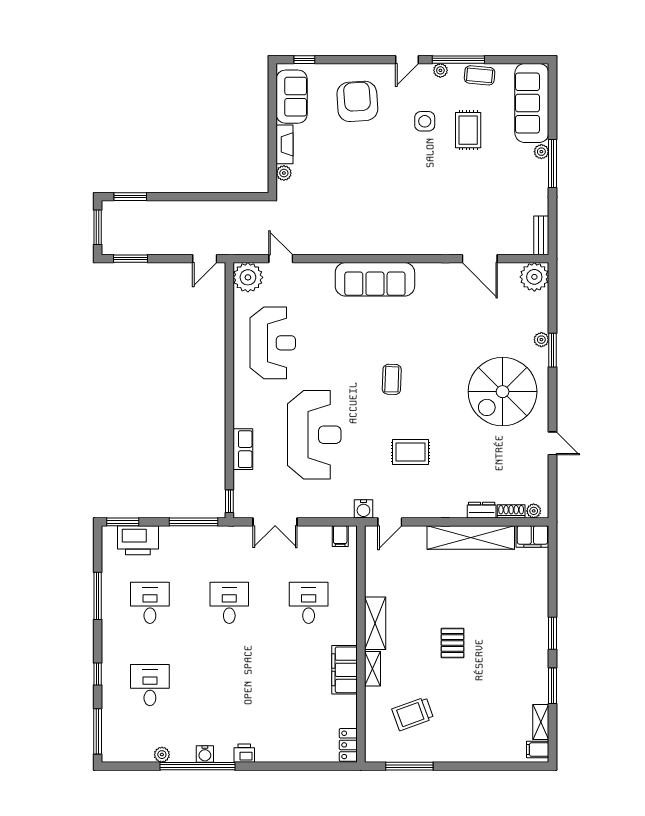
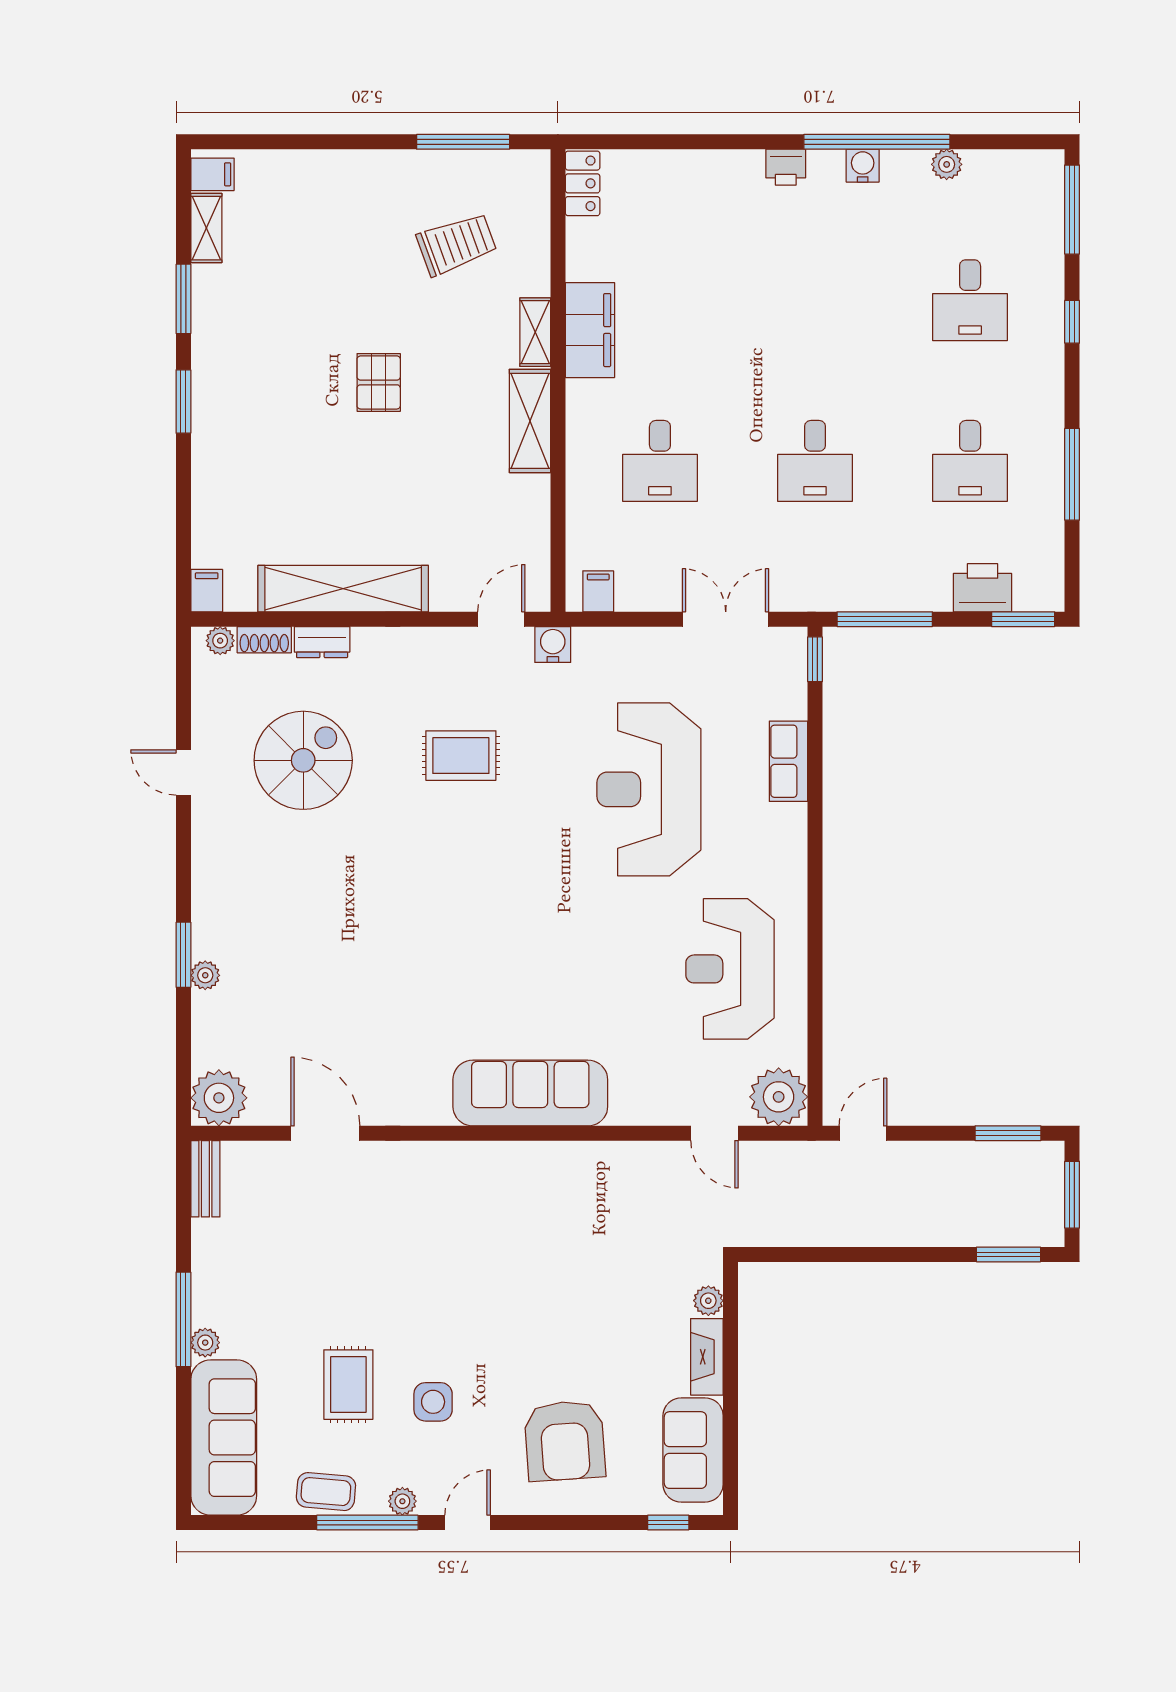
coffee table: (392, 379) -> (497, 898), removed
spiral stairs: (503, 392) -> (303, 760), moved, width x0.73, depth x0.73
filing cabinet: (532, 536) -> (207, 591), width x0.50
printer: (138, 540) -> (982, 588), width x0.73, depth x0.84

